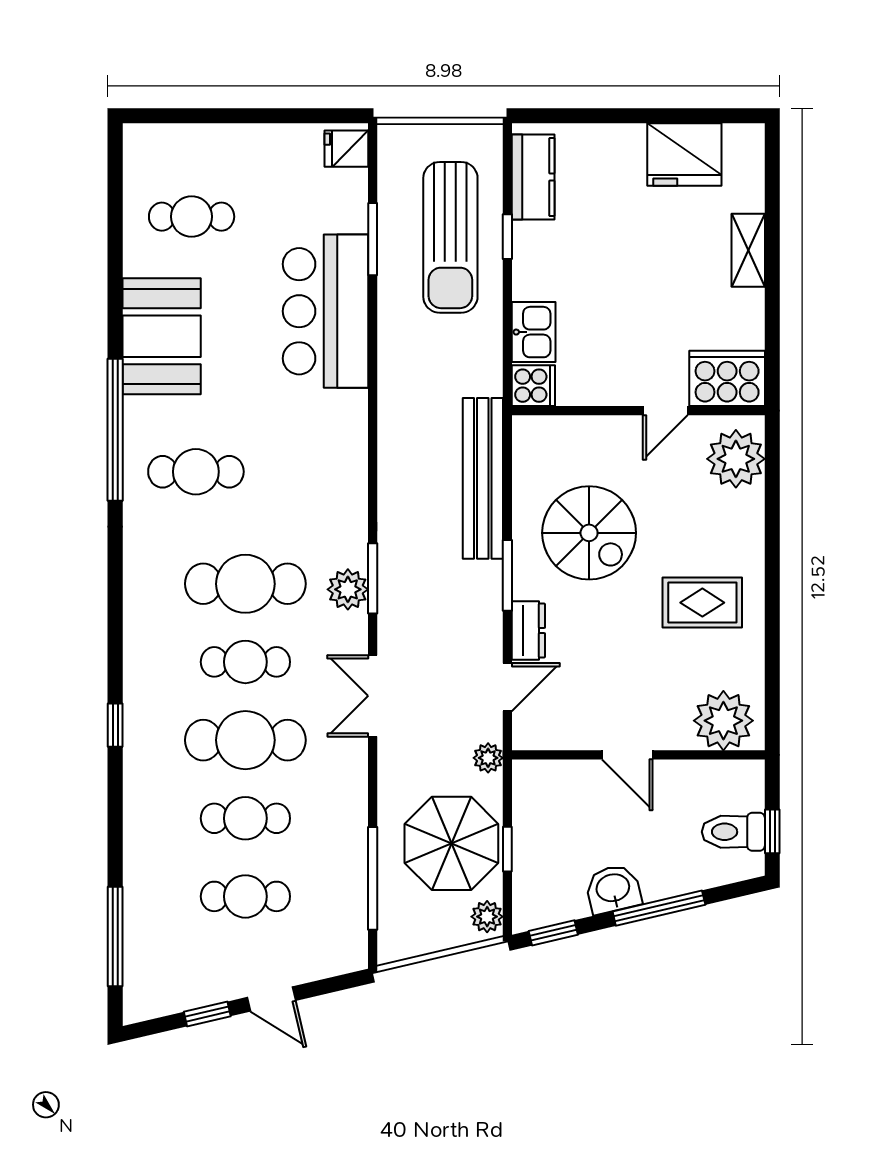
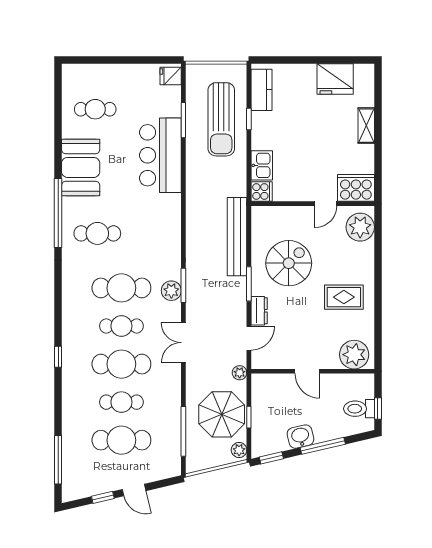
spiral stairs: (589, 533) -> (289, 263), turned -90
cafe table: (245, 896) -> (121, 440), width x1.37, depth x1.35

